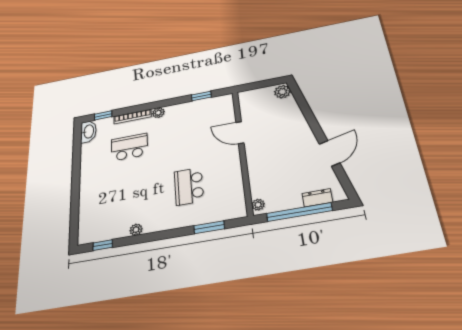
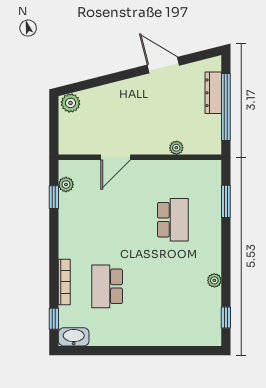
plant: (158, 113) -> (66, 184), moved
school desk: (189, 186) -> (173, 220), turned -90
dresser: (317, 198) -> (213, 93), width x1.44
plant: (258, 205) -> (176, 148), moved

